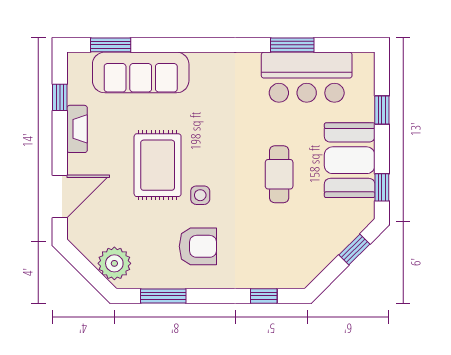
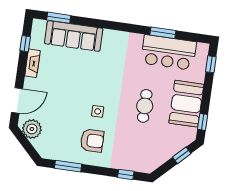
window: (382, 110) -> (211, 64), moved
rug: (158, 165) -> (76, 91), removed
plant: (114, 263) -> (32, 129), moved

